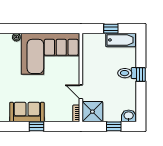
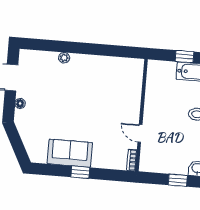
corner sofa: (50, 54) -> (106, 82), removed
shower: (92, 112) -> (152, 160), removed

